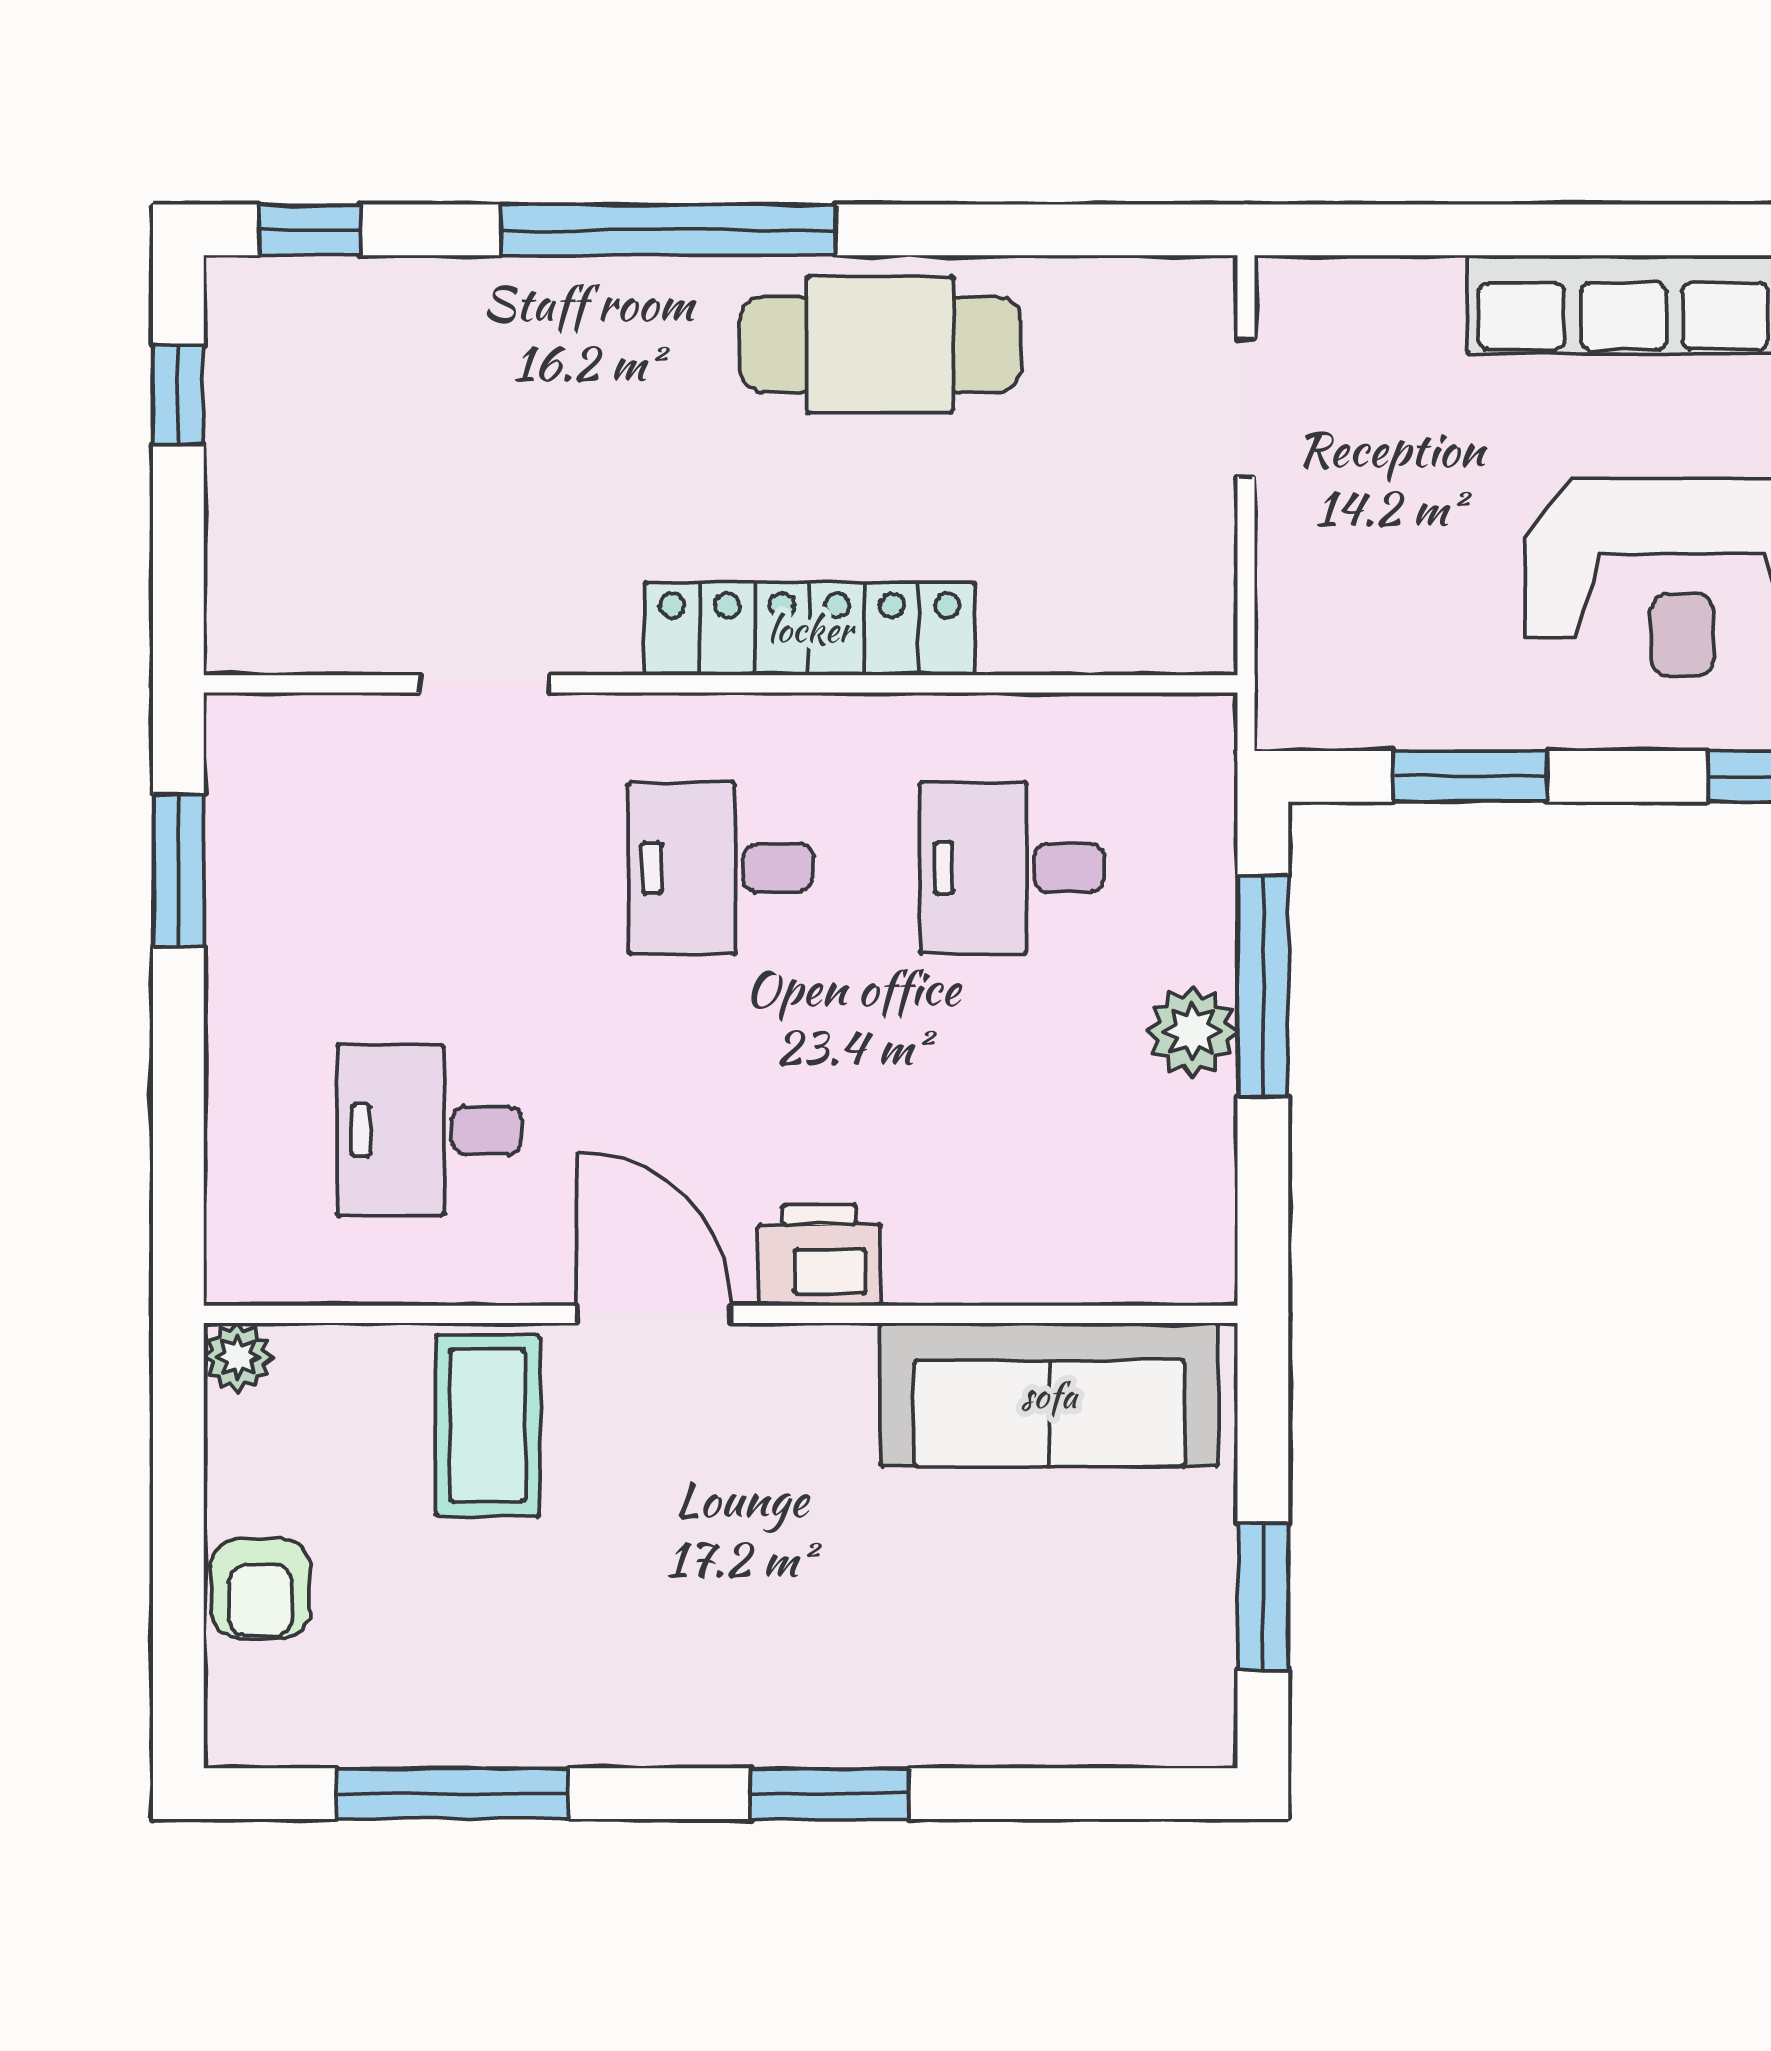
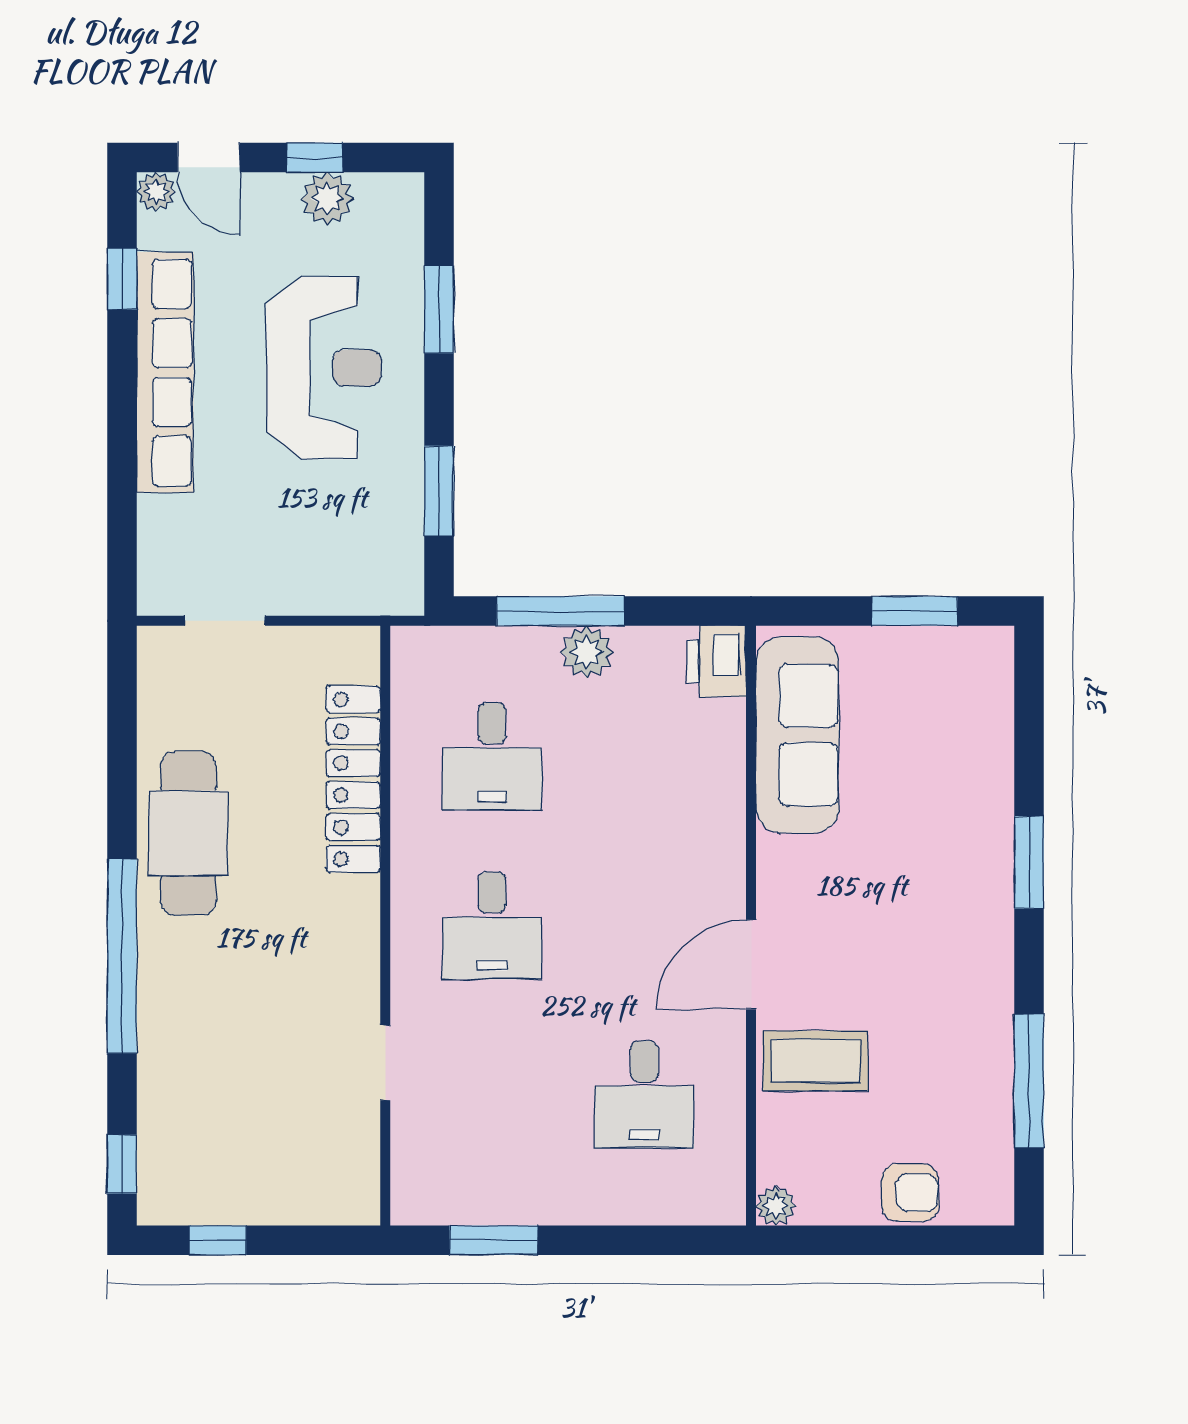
locker: (810, 629) -> (353, 779), moved
printer: (819, 1255) -> (717, 661), moved

